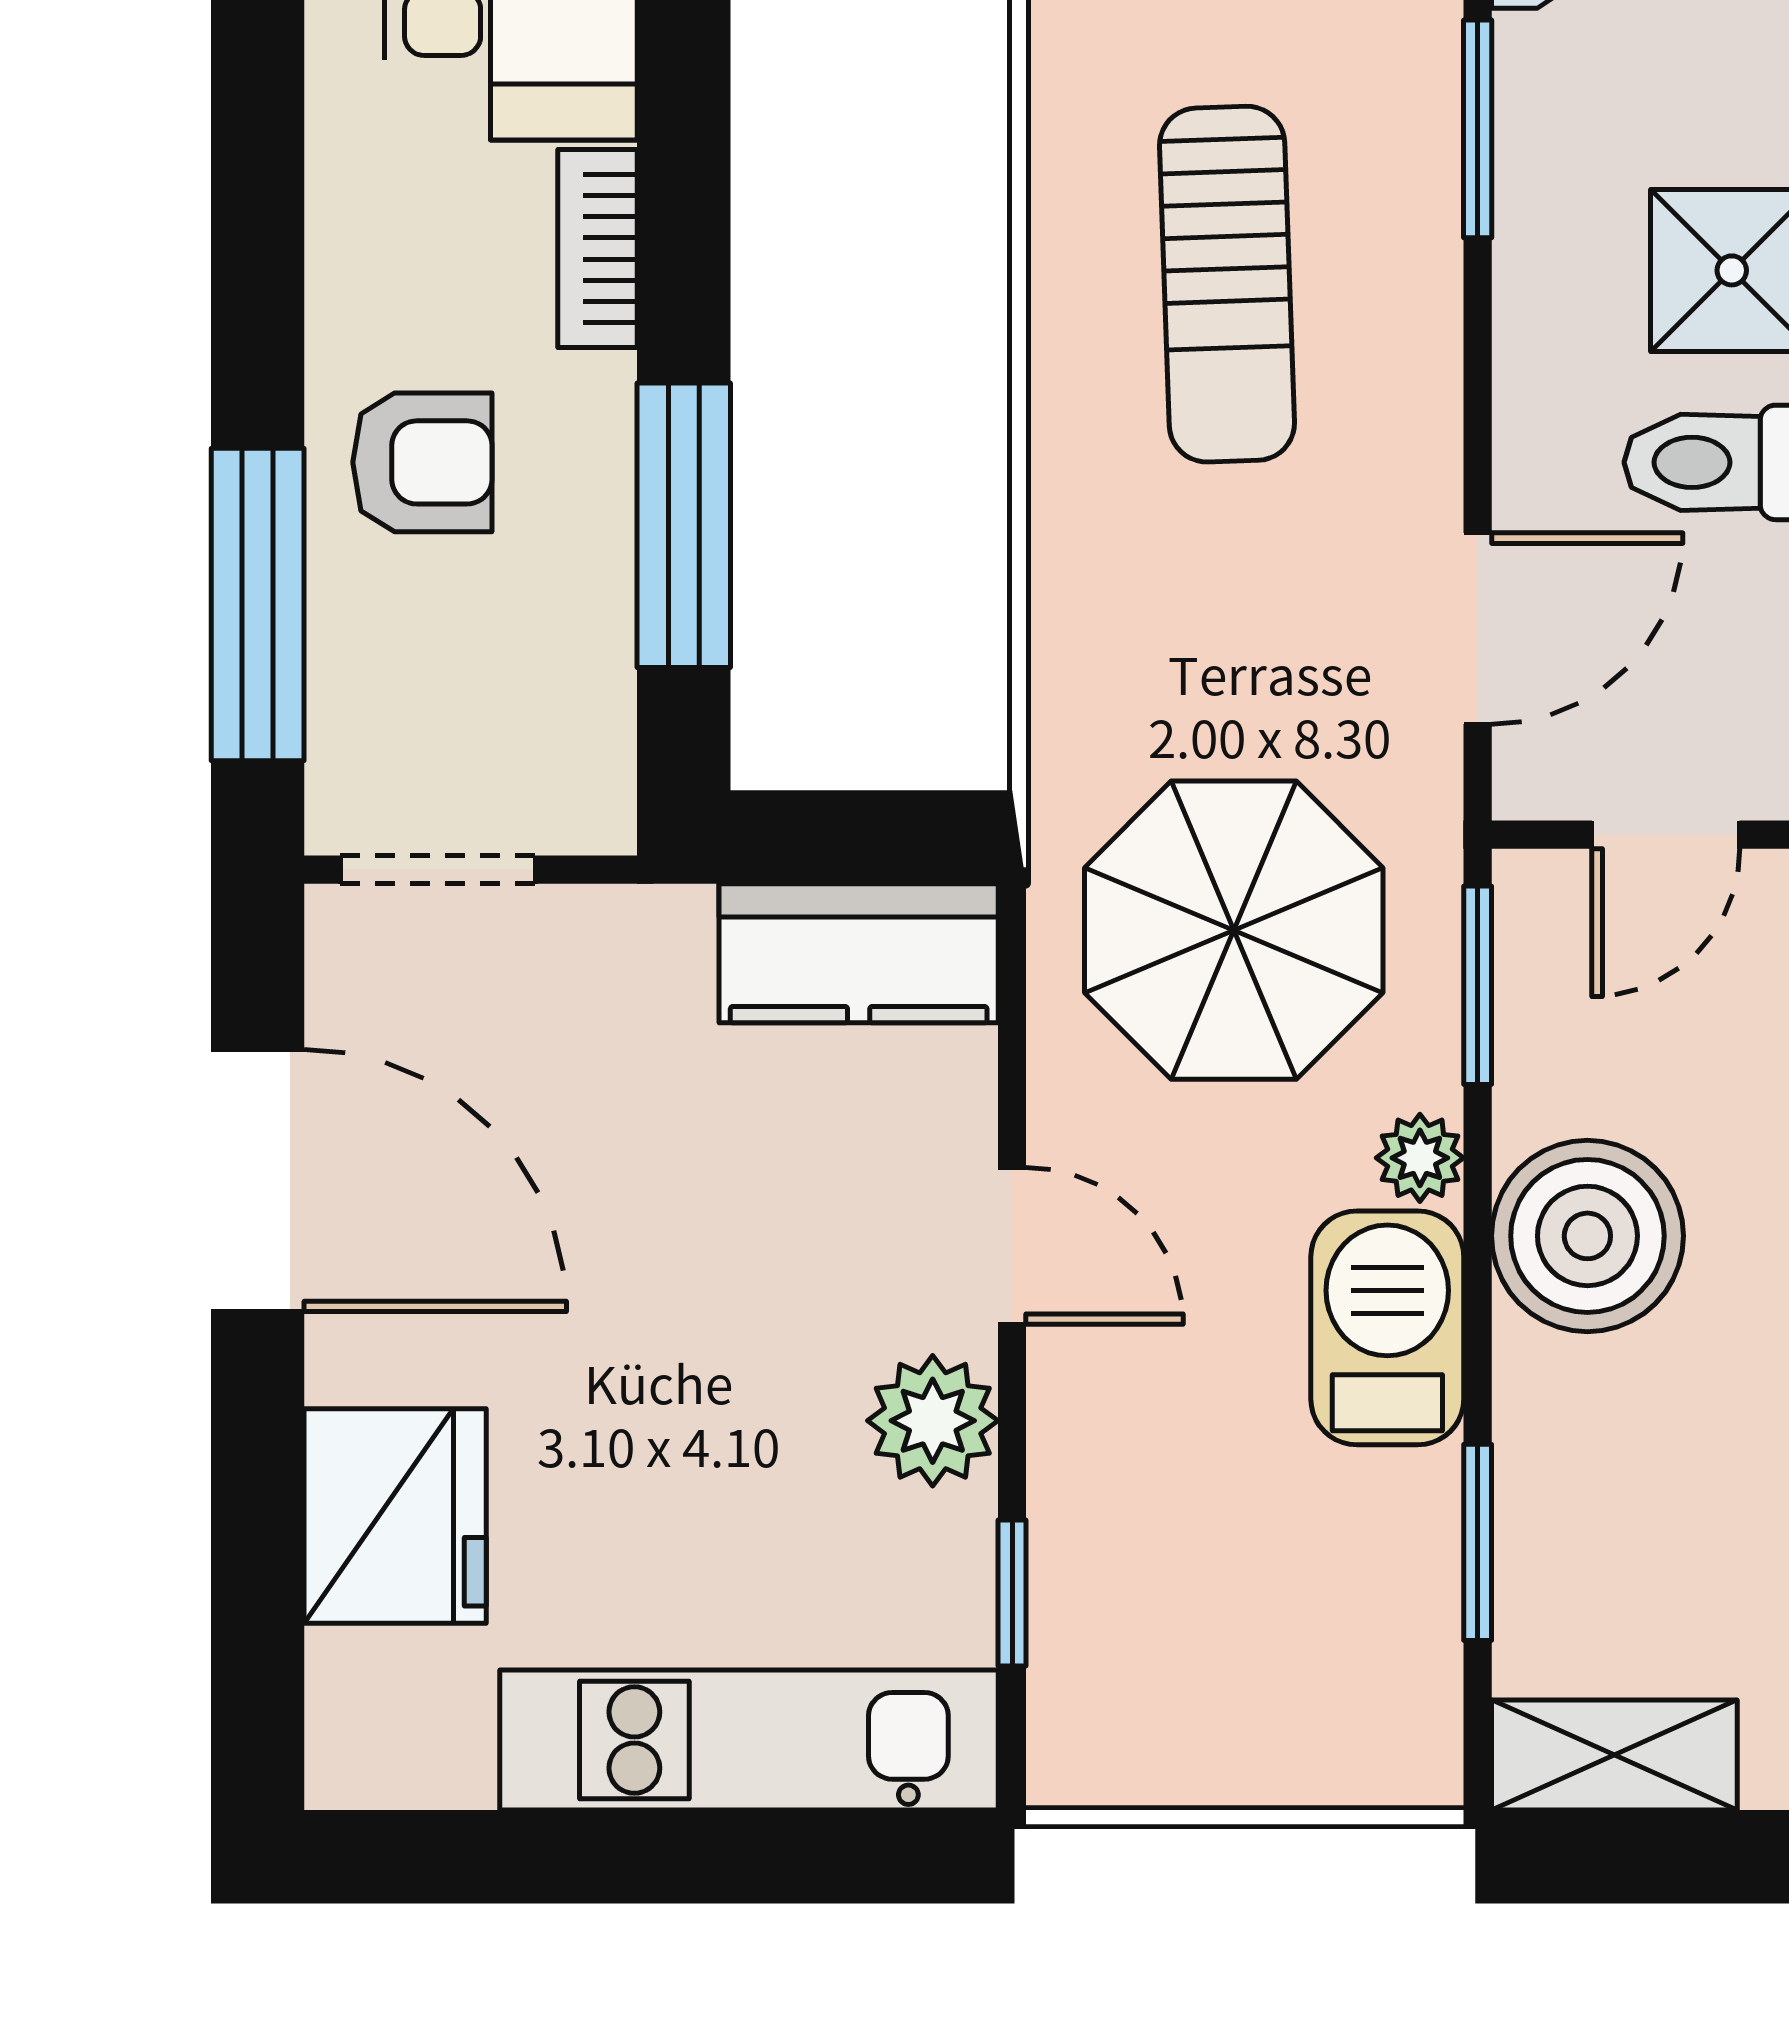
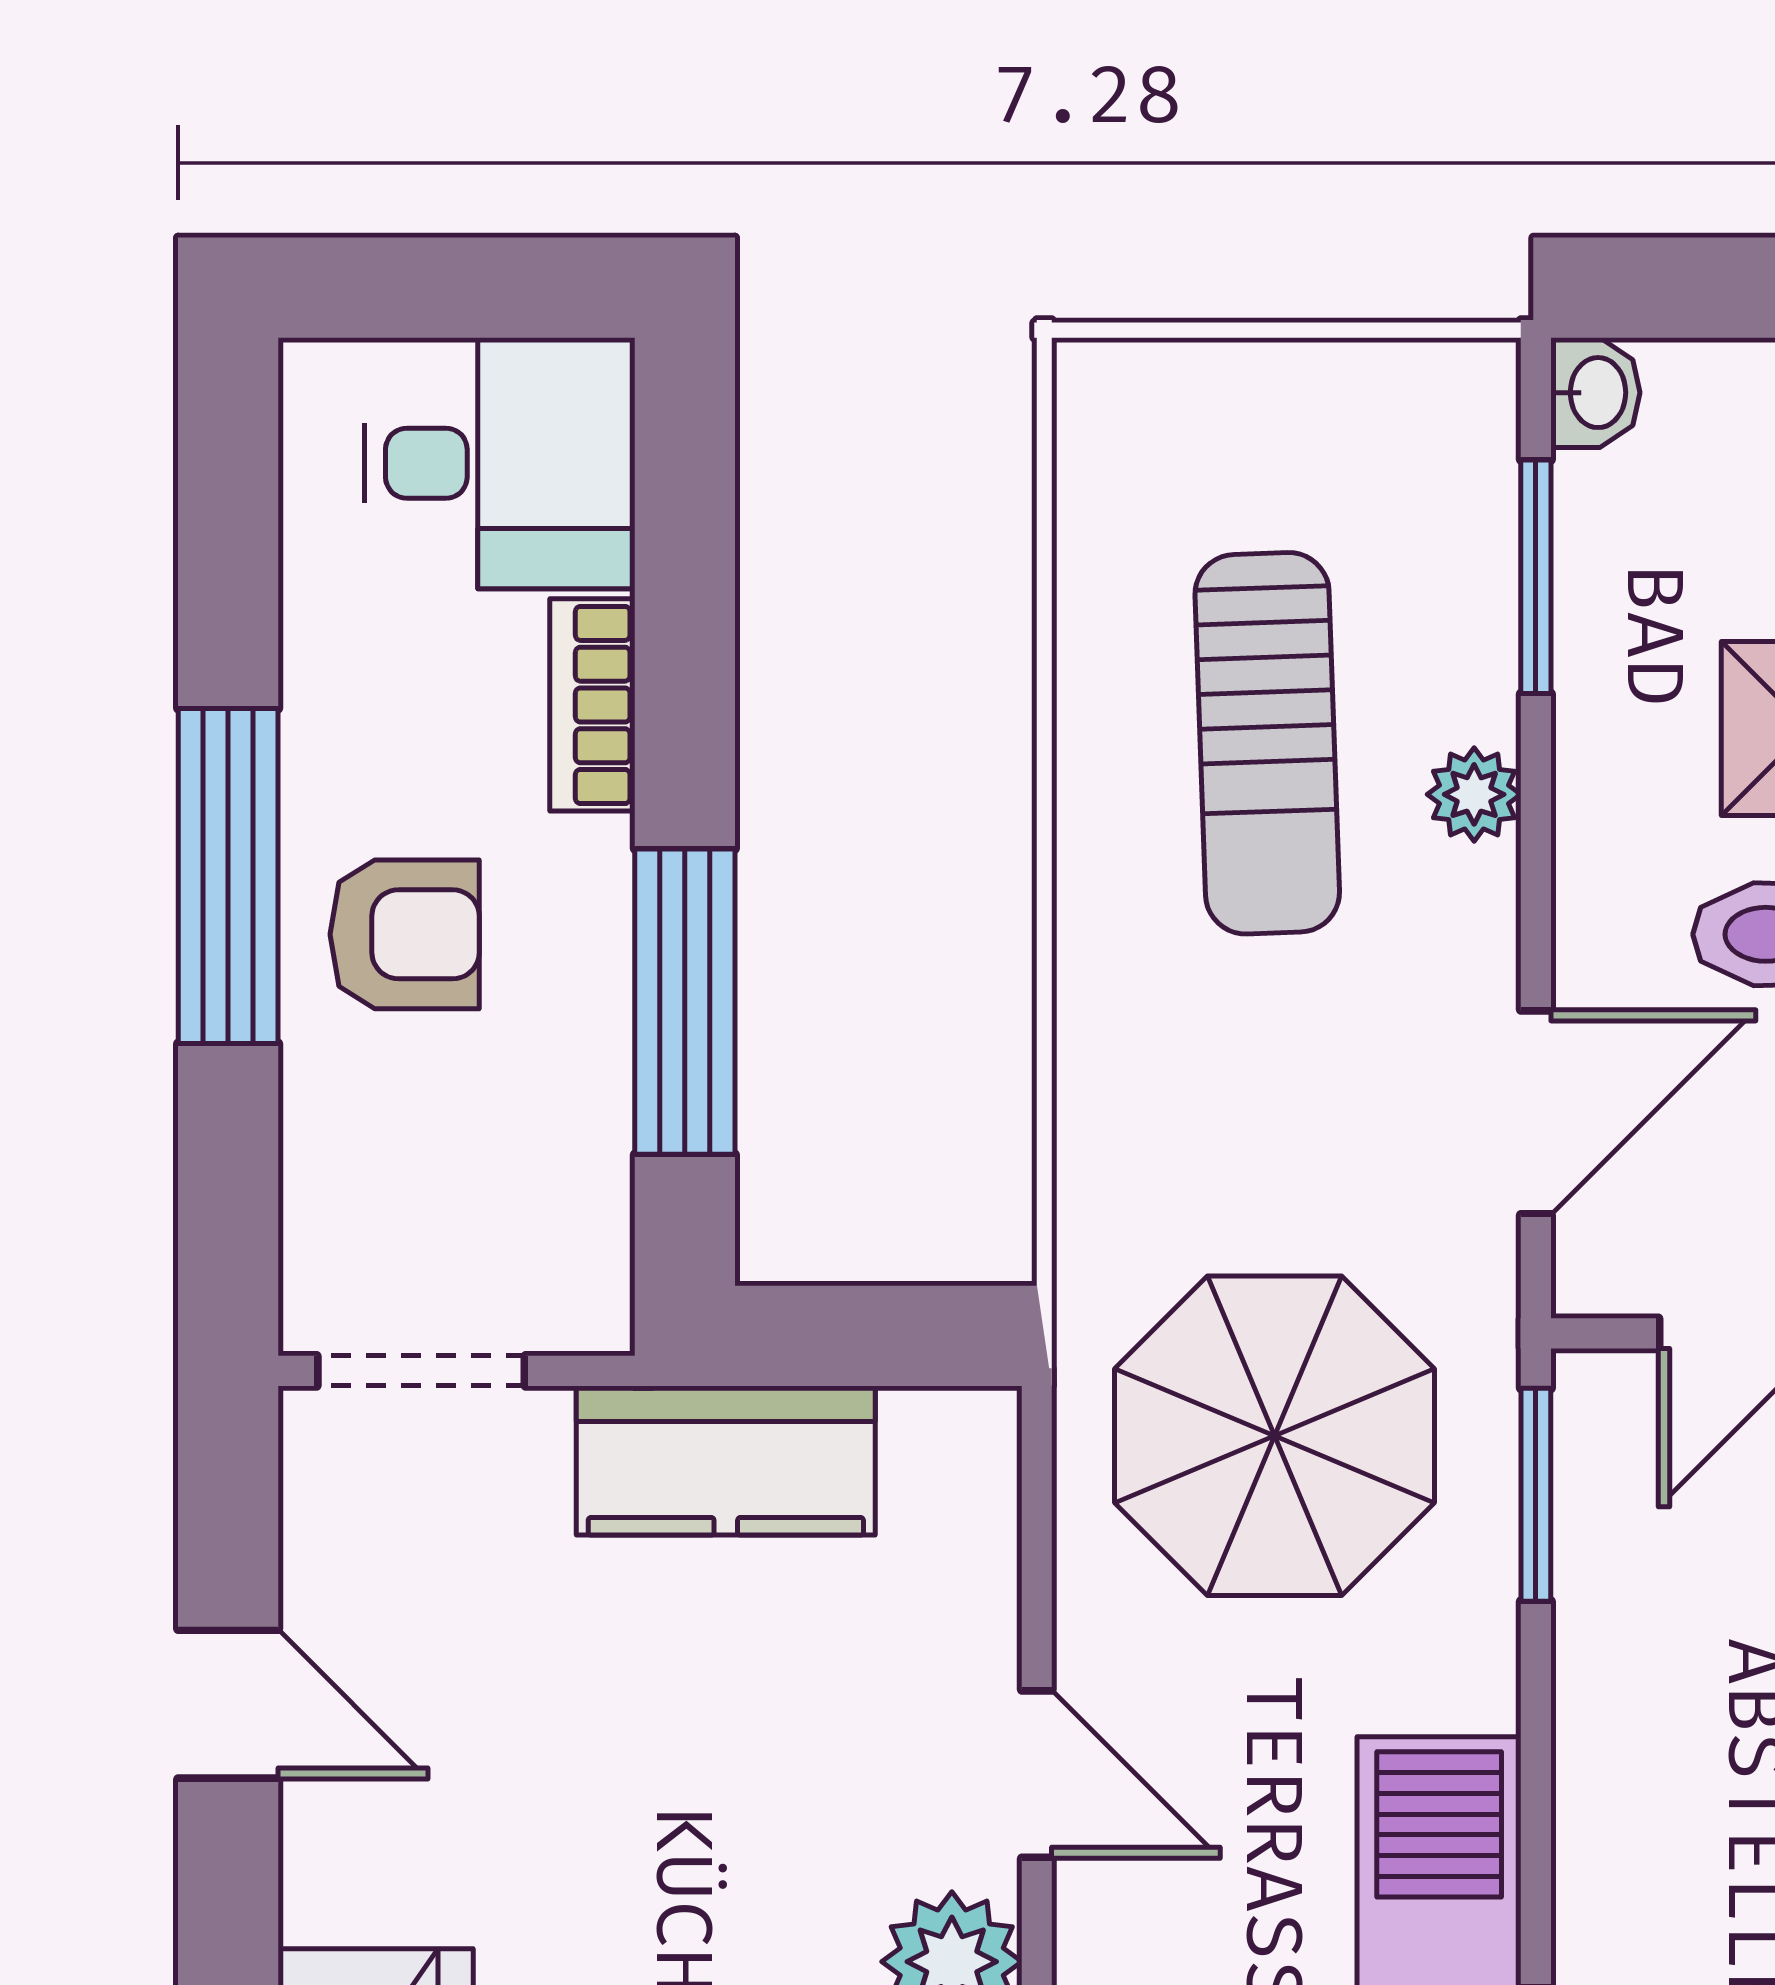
window: (258, 605) -> (228, 876), moved
kitchen counter: (859, 953) -> (726, 1461), moved
plant: (1420, 1158) -> (1474, 794), moved
door: (258, 1181) -> (228, 1704), width x0.53
boiler: (1587, 1236) -> (1654, 1764), removed

